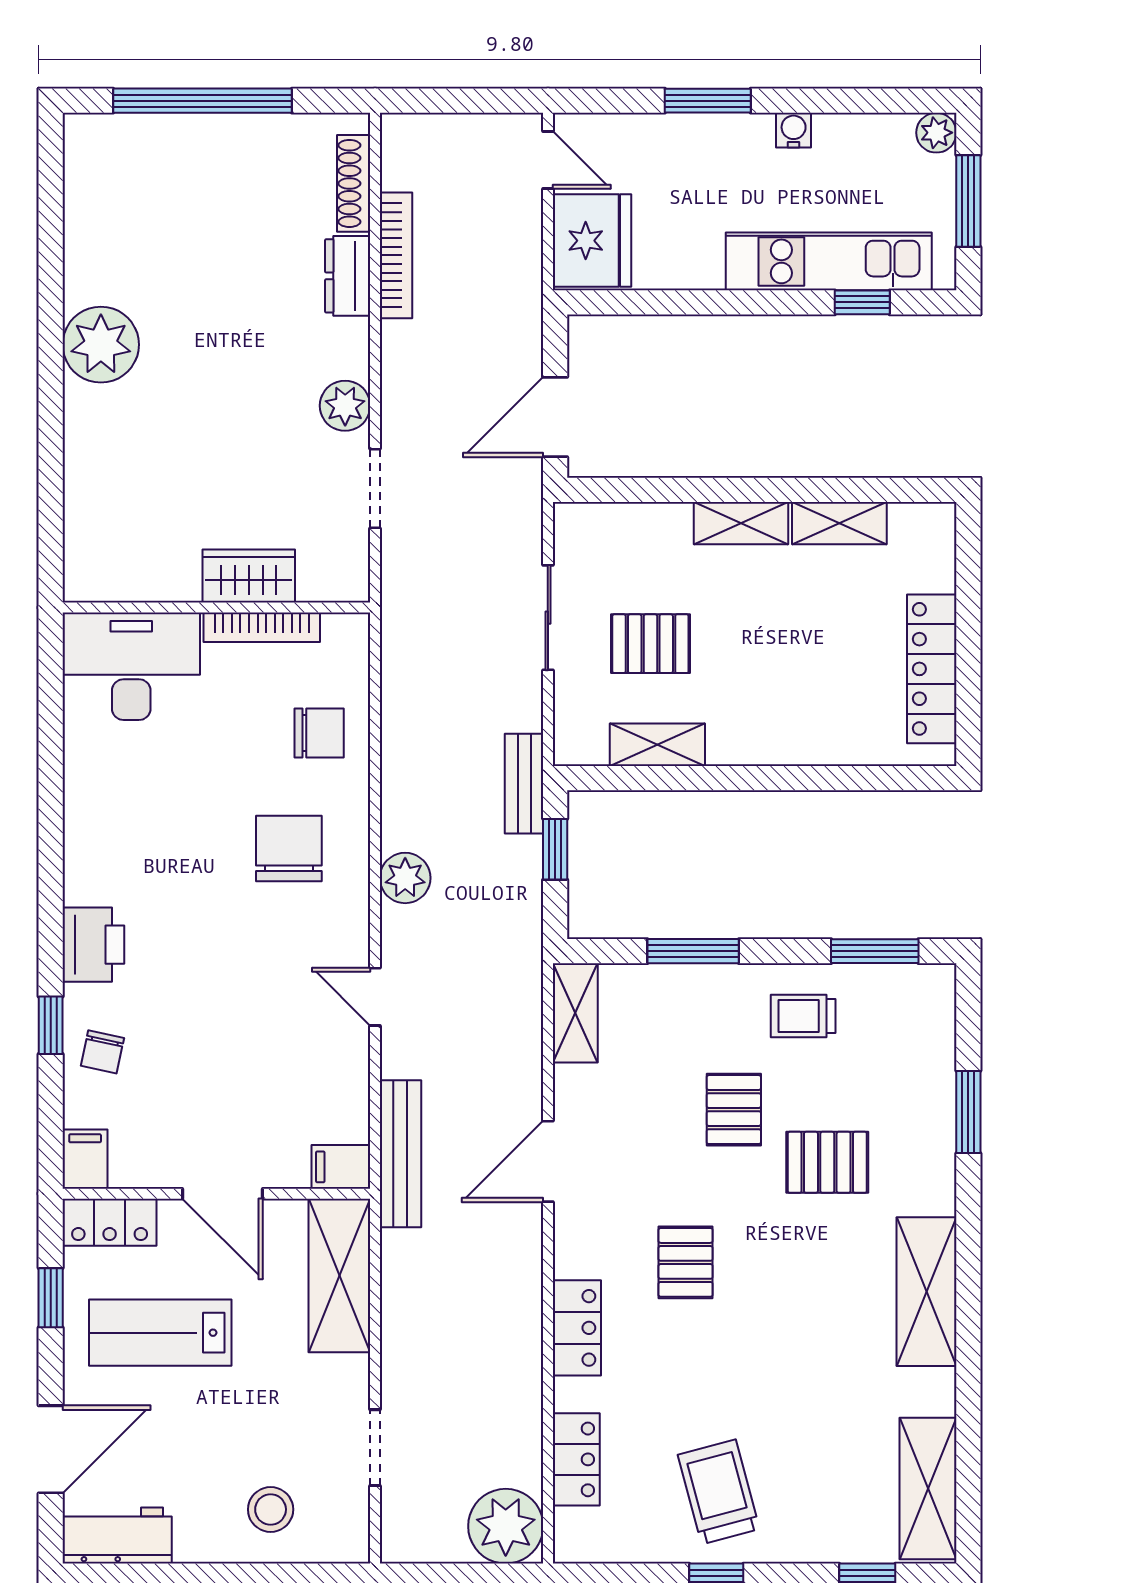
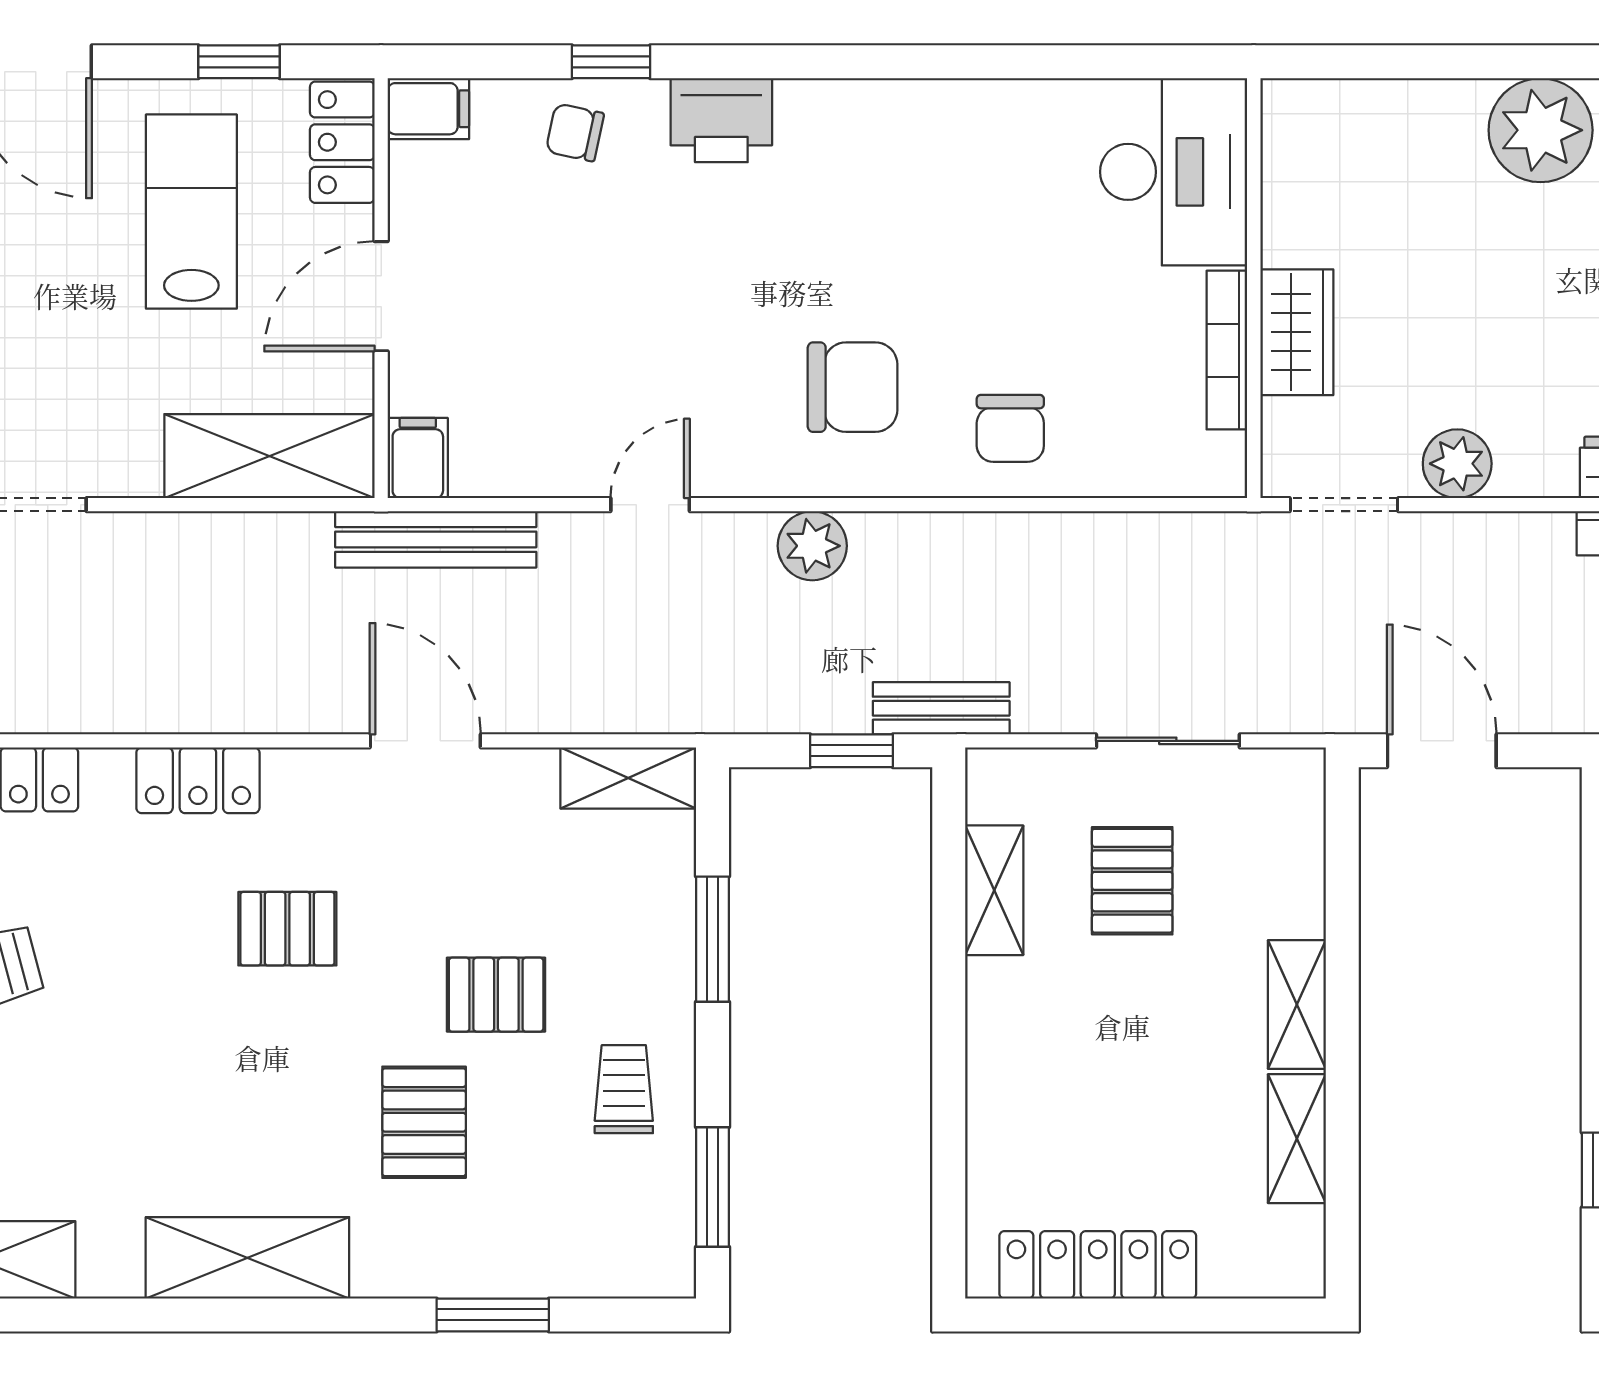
wardrobe: (249, 576) -> (1297, 332), moved
wall: (216, 608) -> (1254, 288), moved
bookcase: (262, 627) -> (1227, 350), moved
desk: (131, 666) -> (1174, 172), moved

